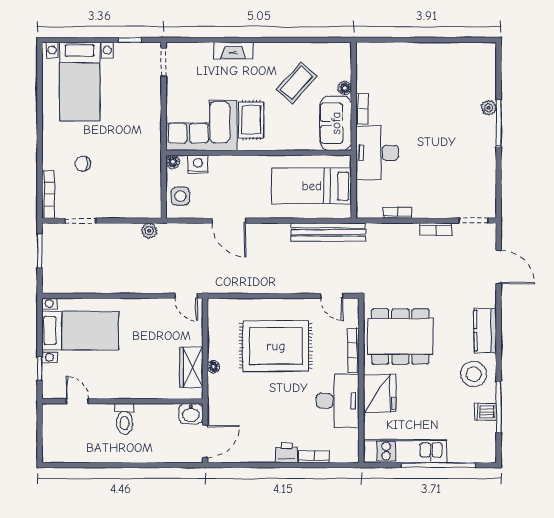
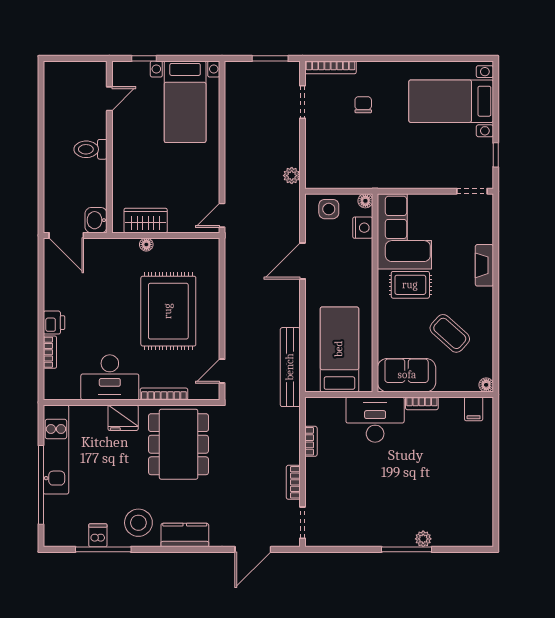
filing cabinet: (367, 61) -> (474, 409), added
floor lamp: (345, 88) -> (486, 385), moved
fridge: (380, 393) -> (123, 418), width x0.73, depth x0.75

